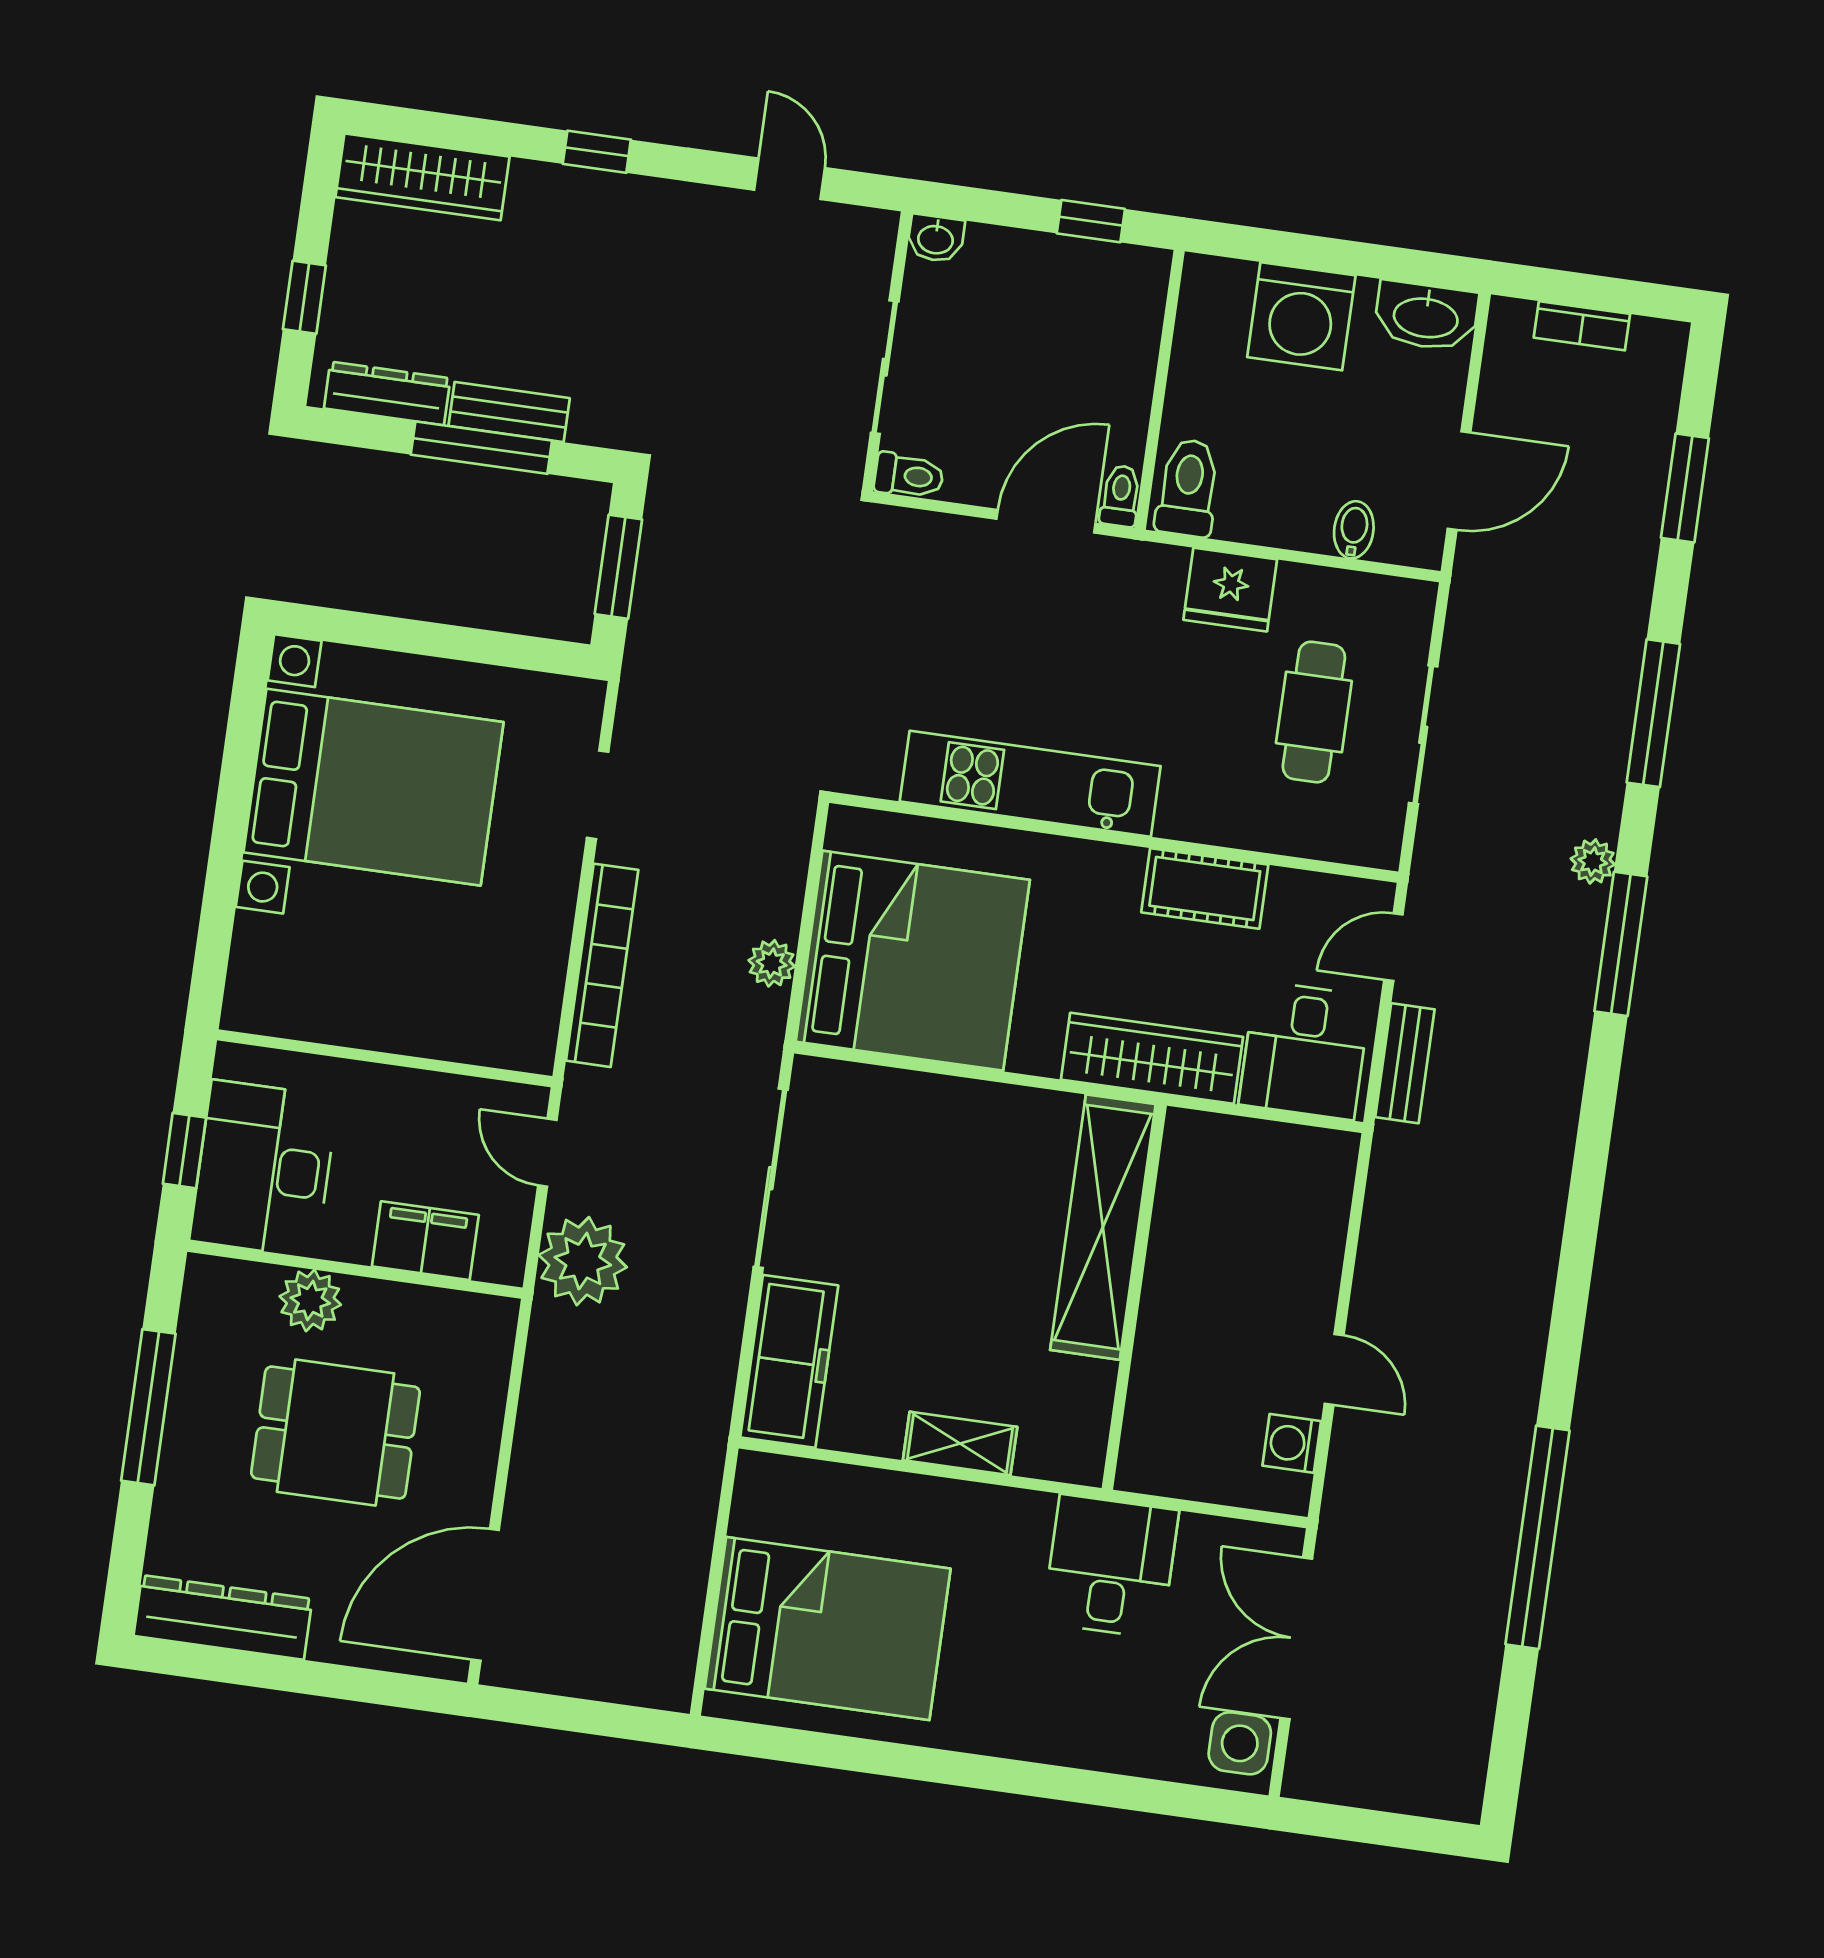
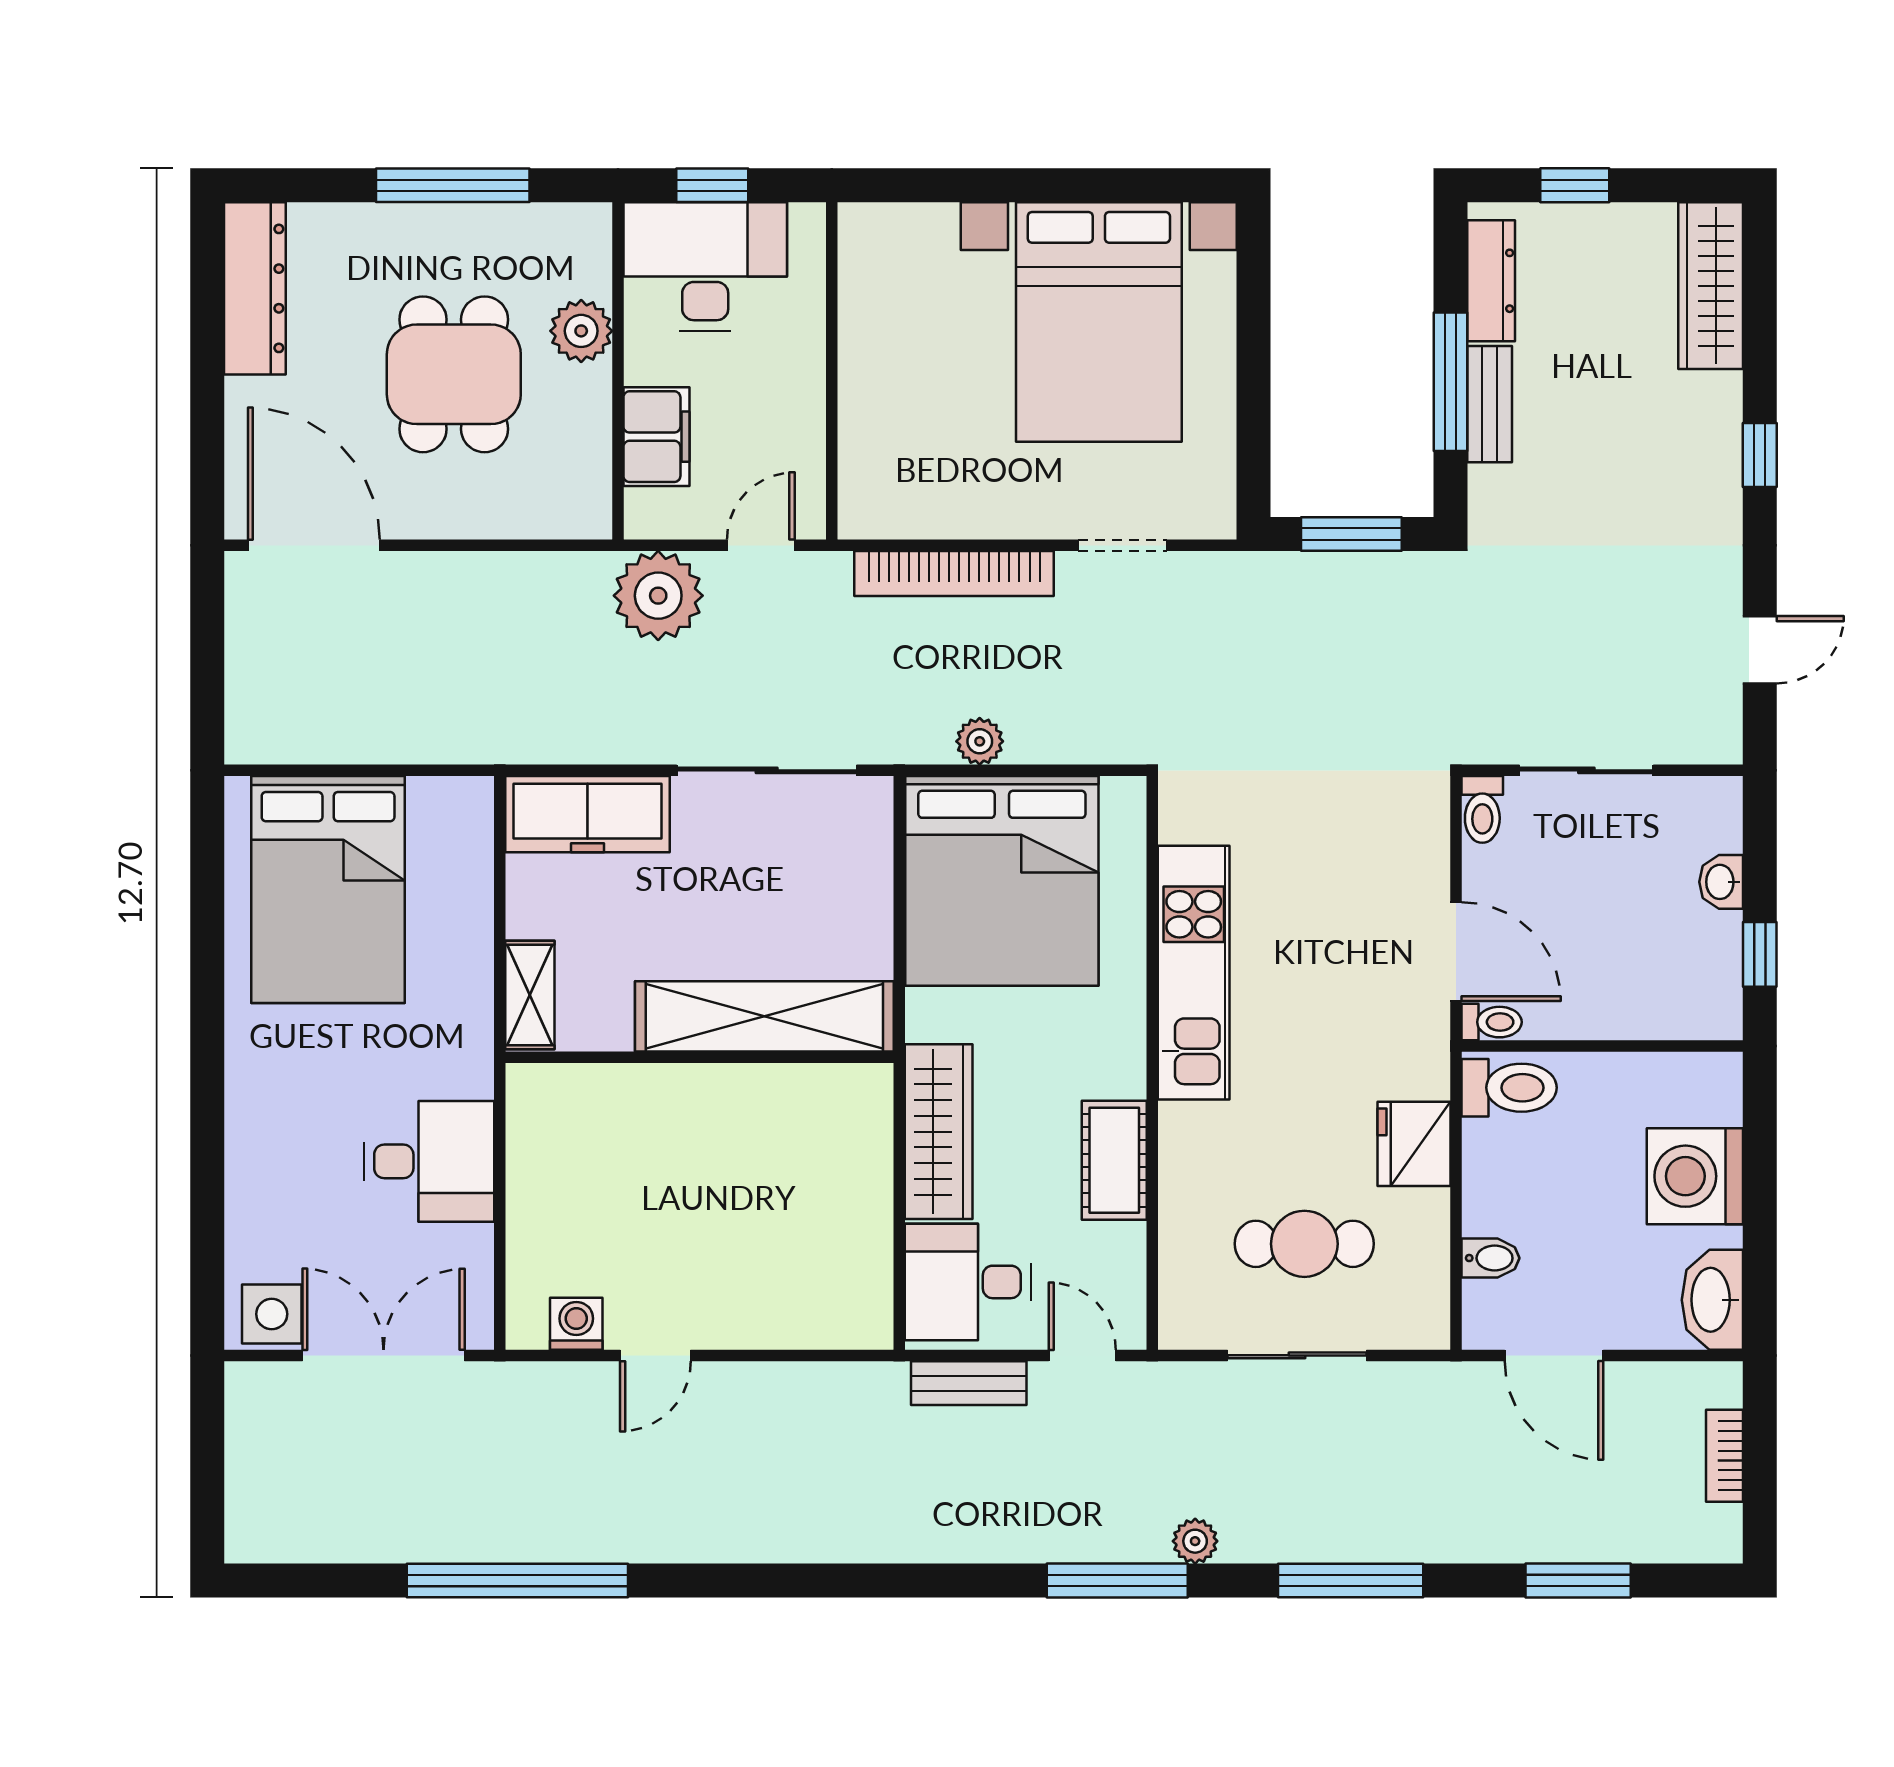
washbasin: (936, 238) -> (1721, 882), moved
shelving: (1103, 1227) -> (764, 1016), moved
wall: (1134, 1297) -> (699, 1057), moved

